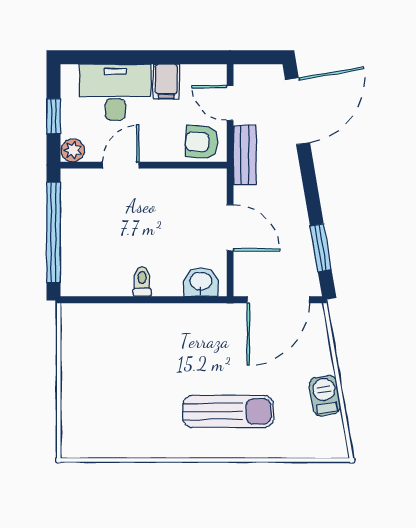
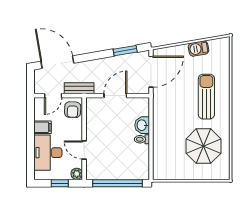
washbasin: (201, 282) -> (142, 125), moved
door: (278, 300) -> (151, 72), hinge flipped
parasol: (128, 405) -> (203, 146), added

